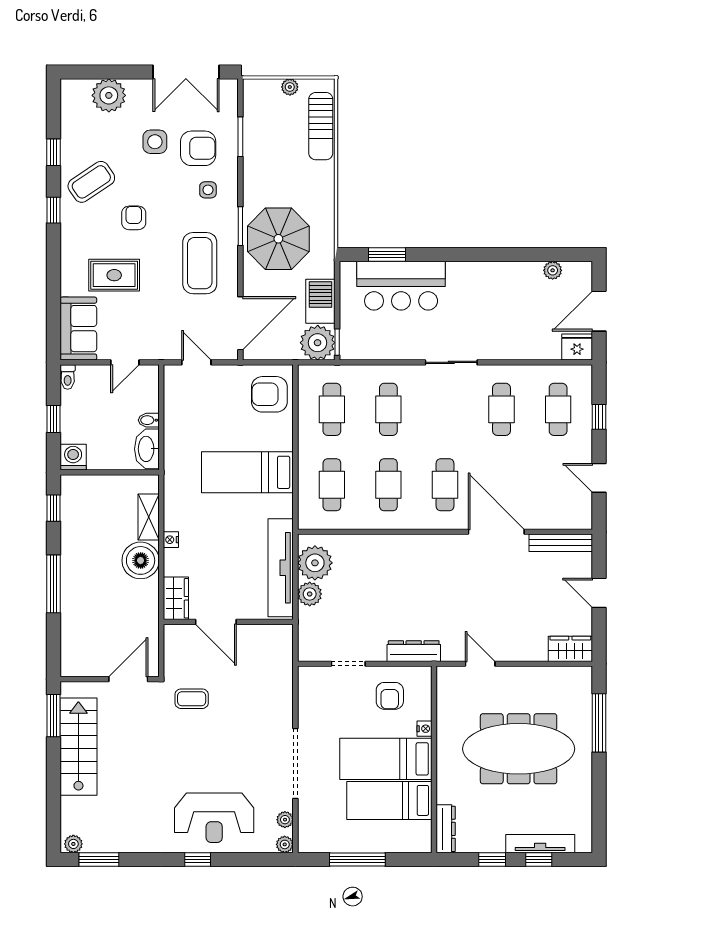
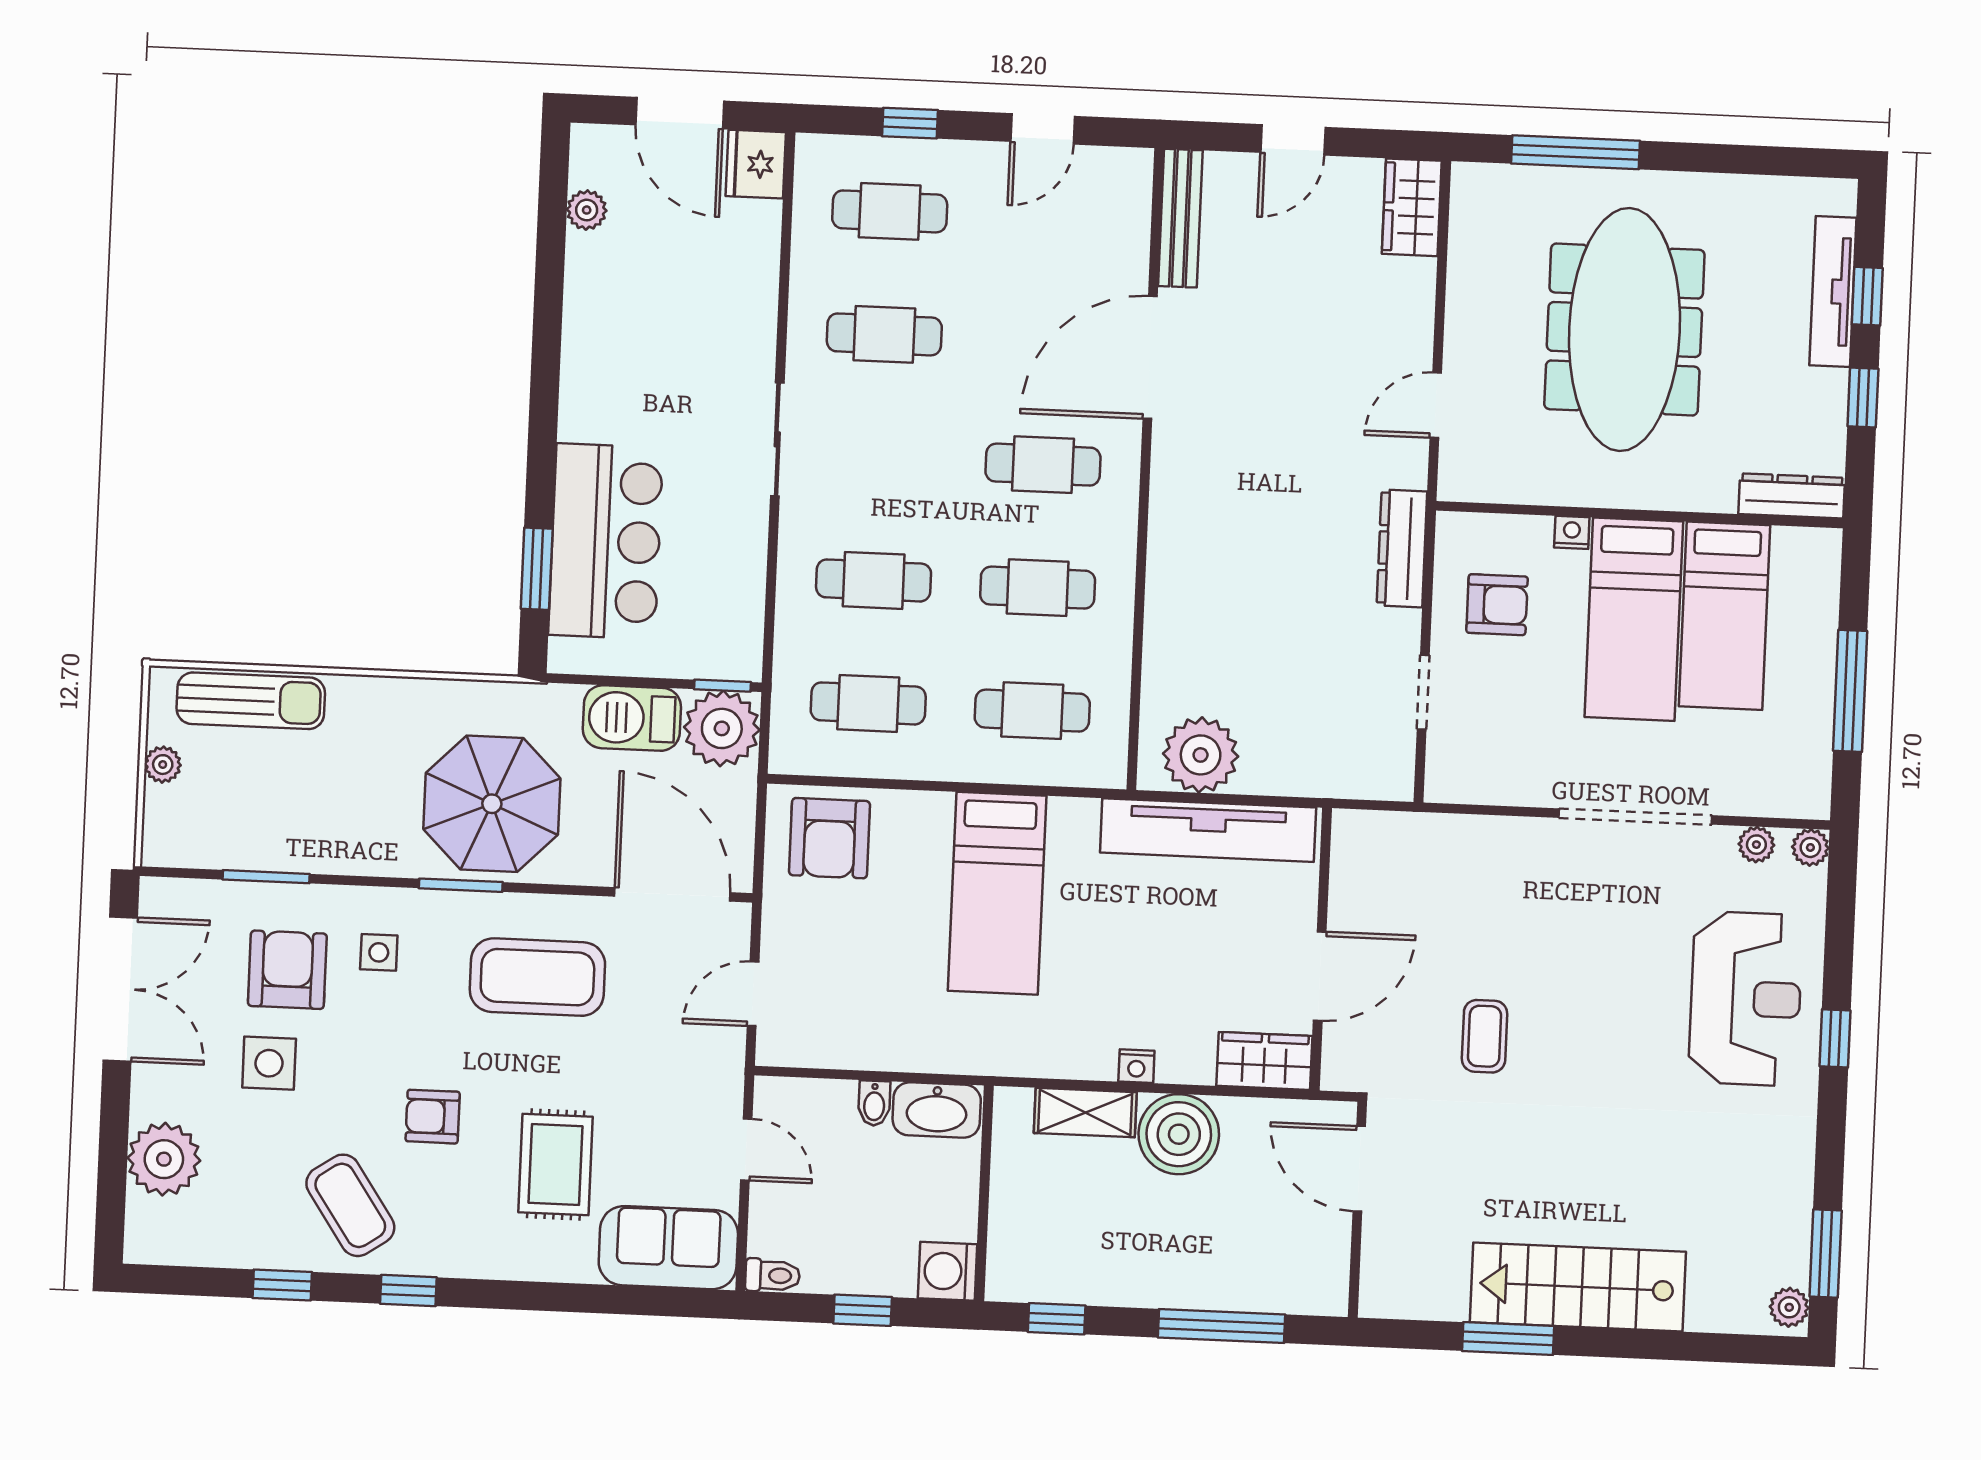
plant: (310, 594) -> (1268, 769), removed
wall: (110, 679) -> (1357, 1210), moved
door: (128, 679) -> (1359, 1169), moved

